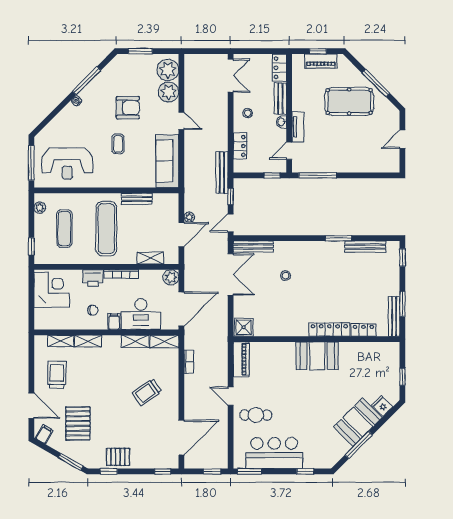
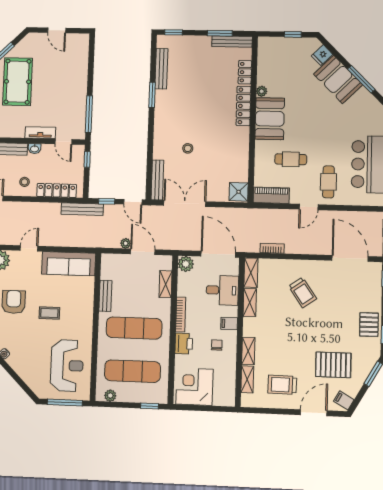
locker: (240, 146) -> (57, 190), width x1.53
exercise mat: (64, 229) -> (133, 371), width x1.36, depth x1.45
desk: (141, 314) -> (222, 290), width x0.73
plant: (345, 347) -> (262, 91), added
cafe table: (277, 378) -> (291, 159), added

